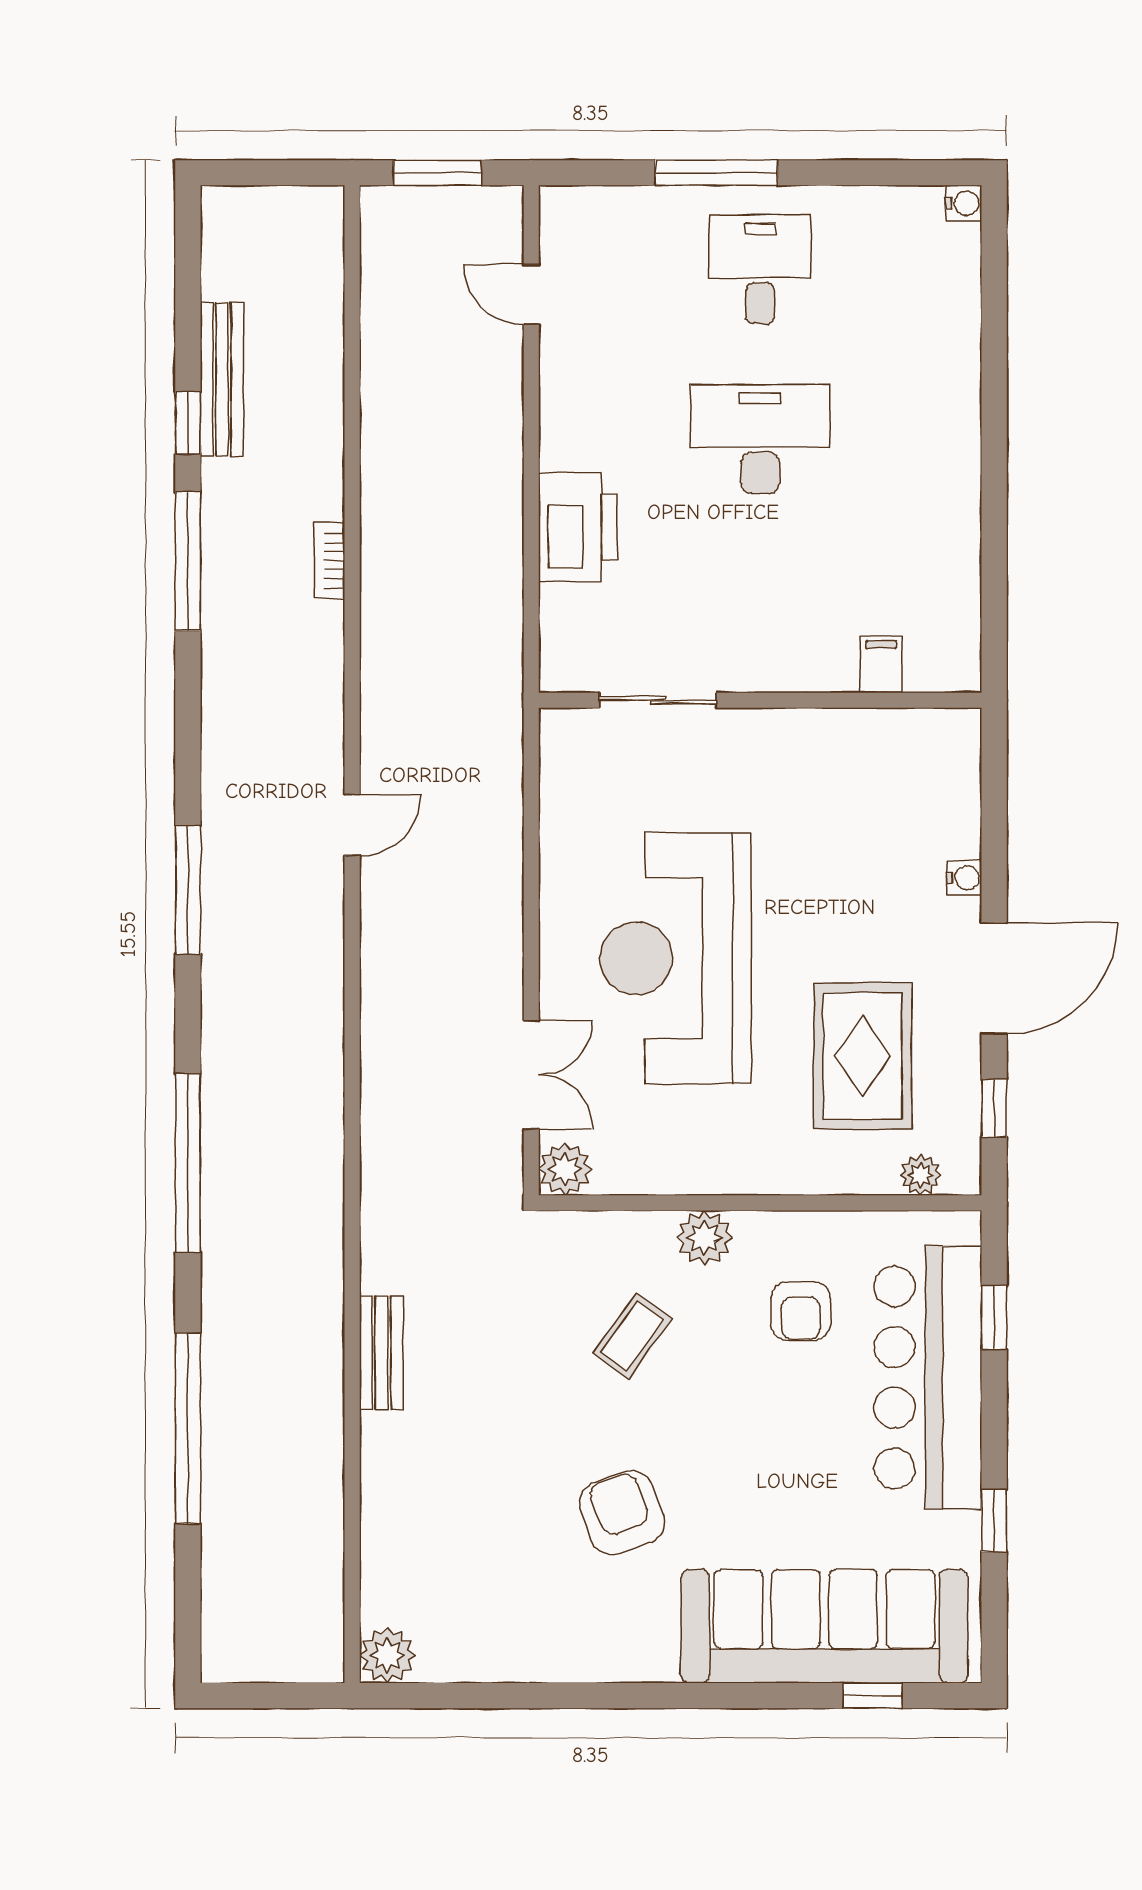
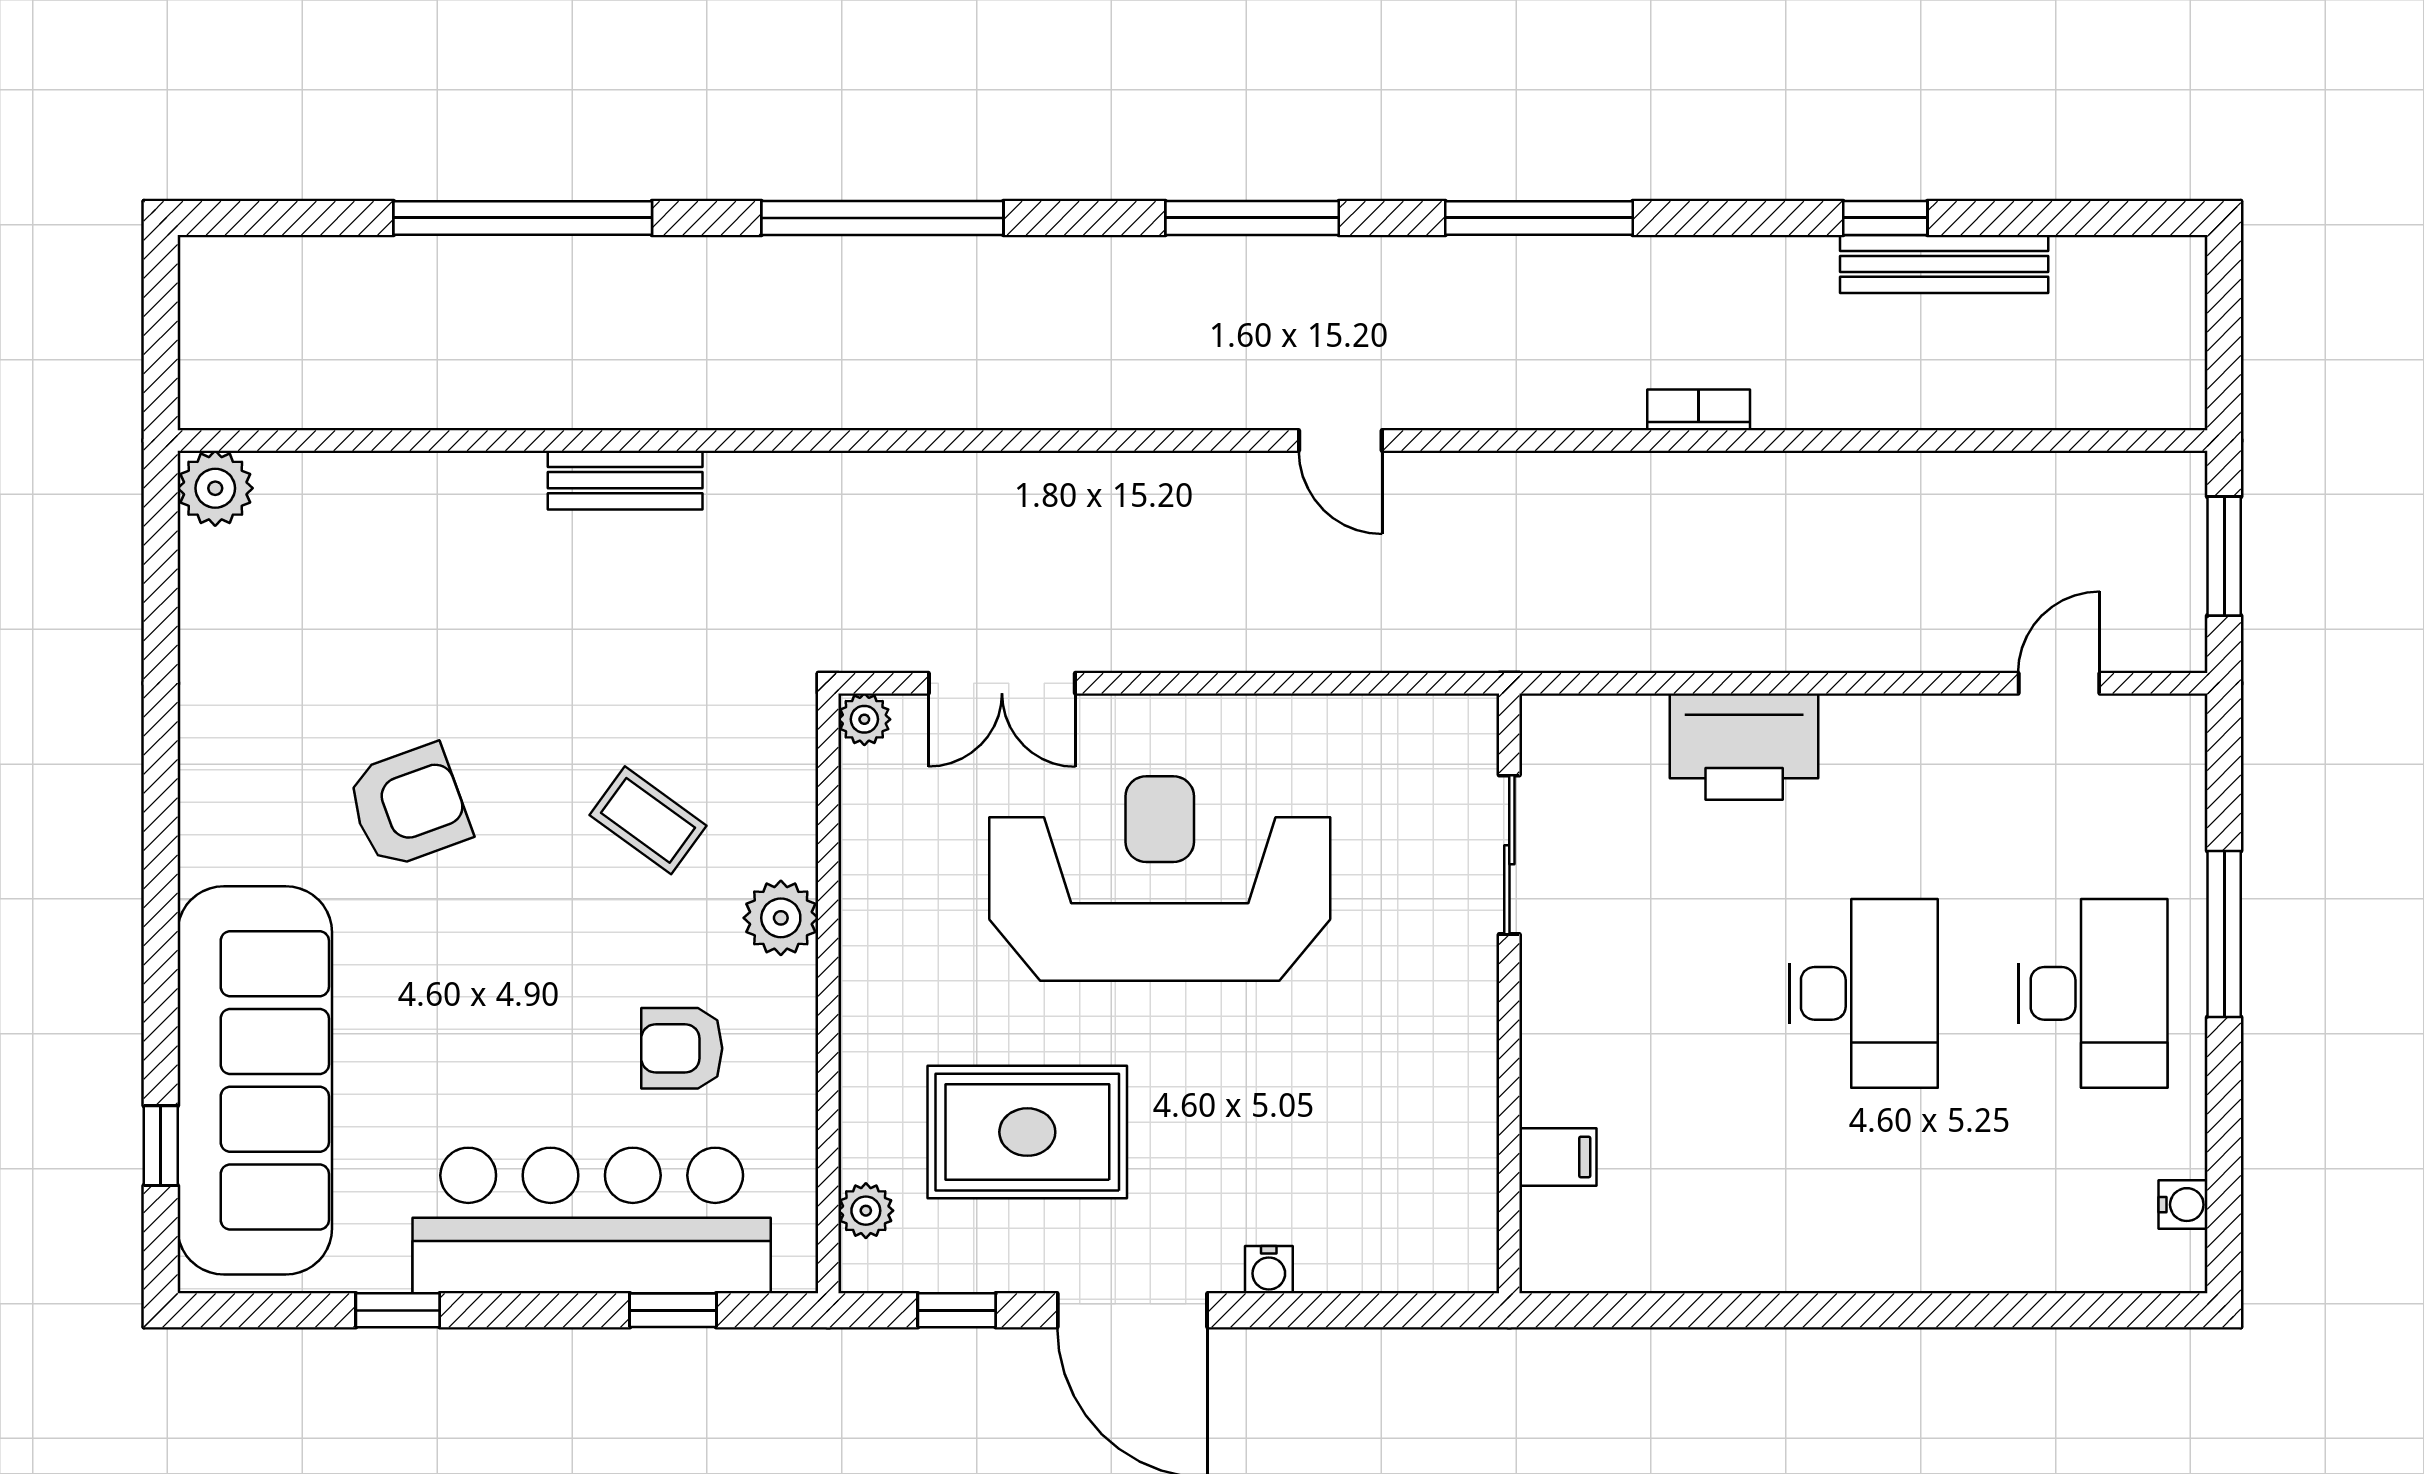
water cooler: (964, 203) -> (2183, 1205), moved, turned -90
desk: (760, 269) -> (2093, 993), width x1.37
window: (188, 561) -> (1539, 218), moved
plant: (565, 1169) -> (864, 719), width x0.73, depth x0.73

